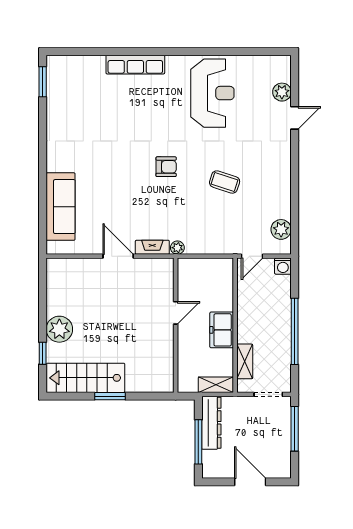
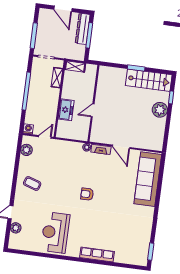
coffee table: (225, 182) -> (32, 184), moved
sofa: (61, 207) -> (148, 179), width x1.36, depth x1.27
freezer: (222, 330) -> (66, 110), moved
dresser: (211, 423) -> (83, 29), moved

